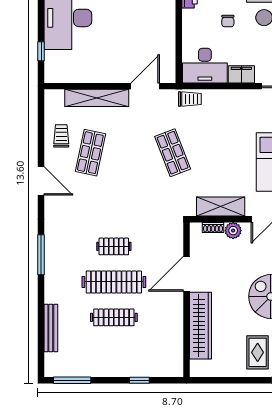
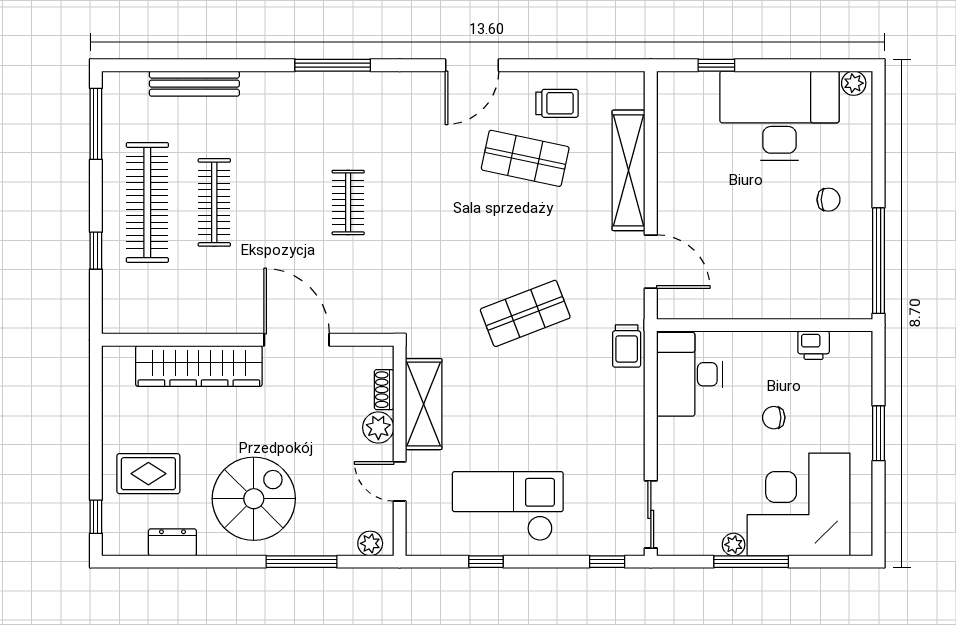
filing cabinet: (241, 74) -> (673, 443), removed
clothes rail: (114, 282) -> (147, 202), moved

